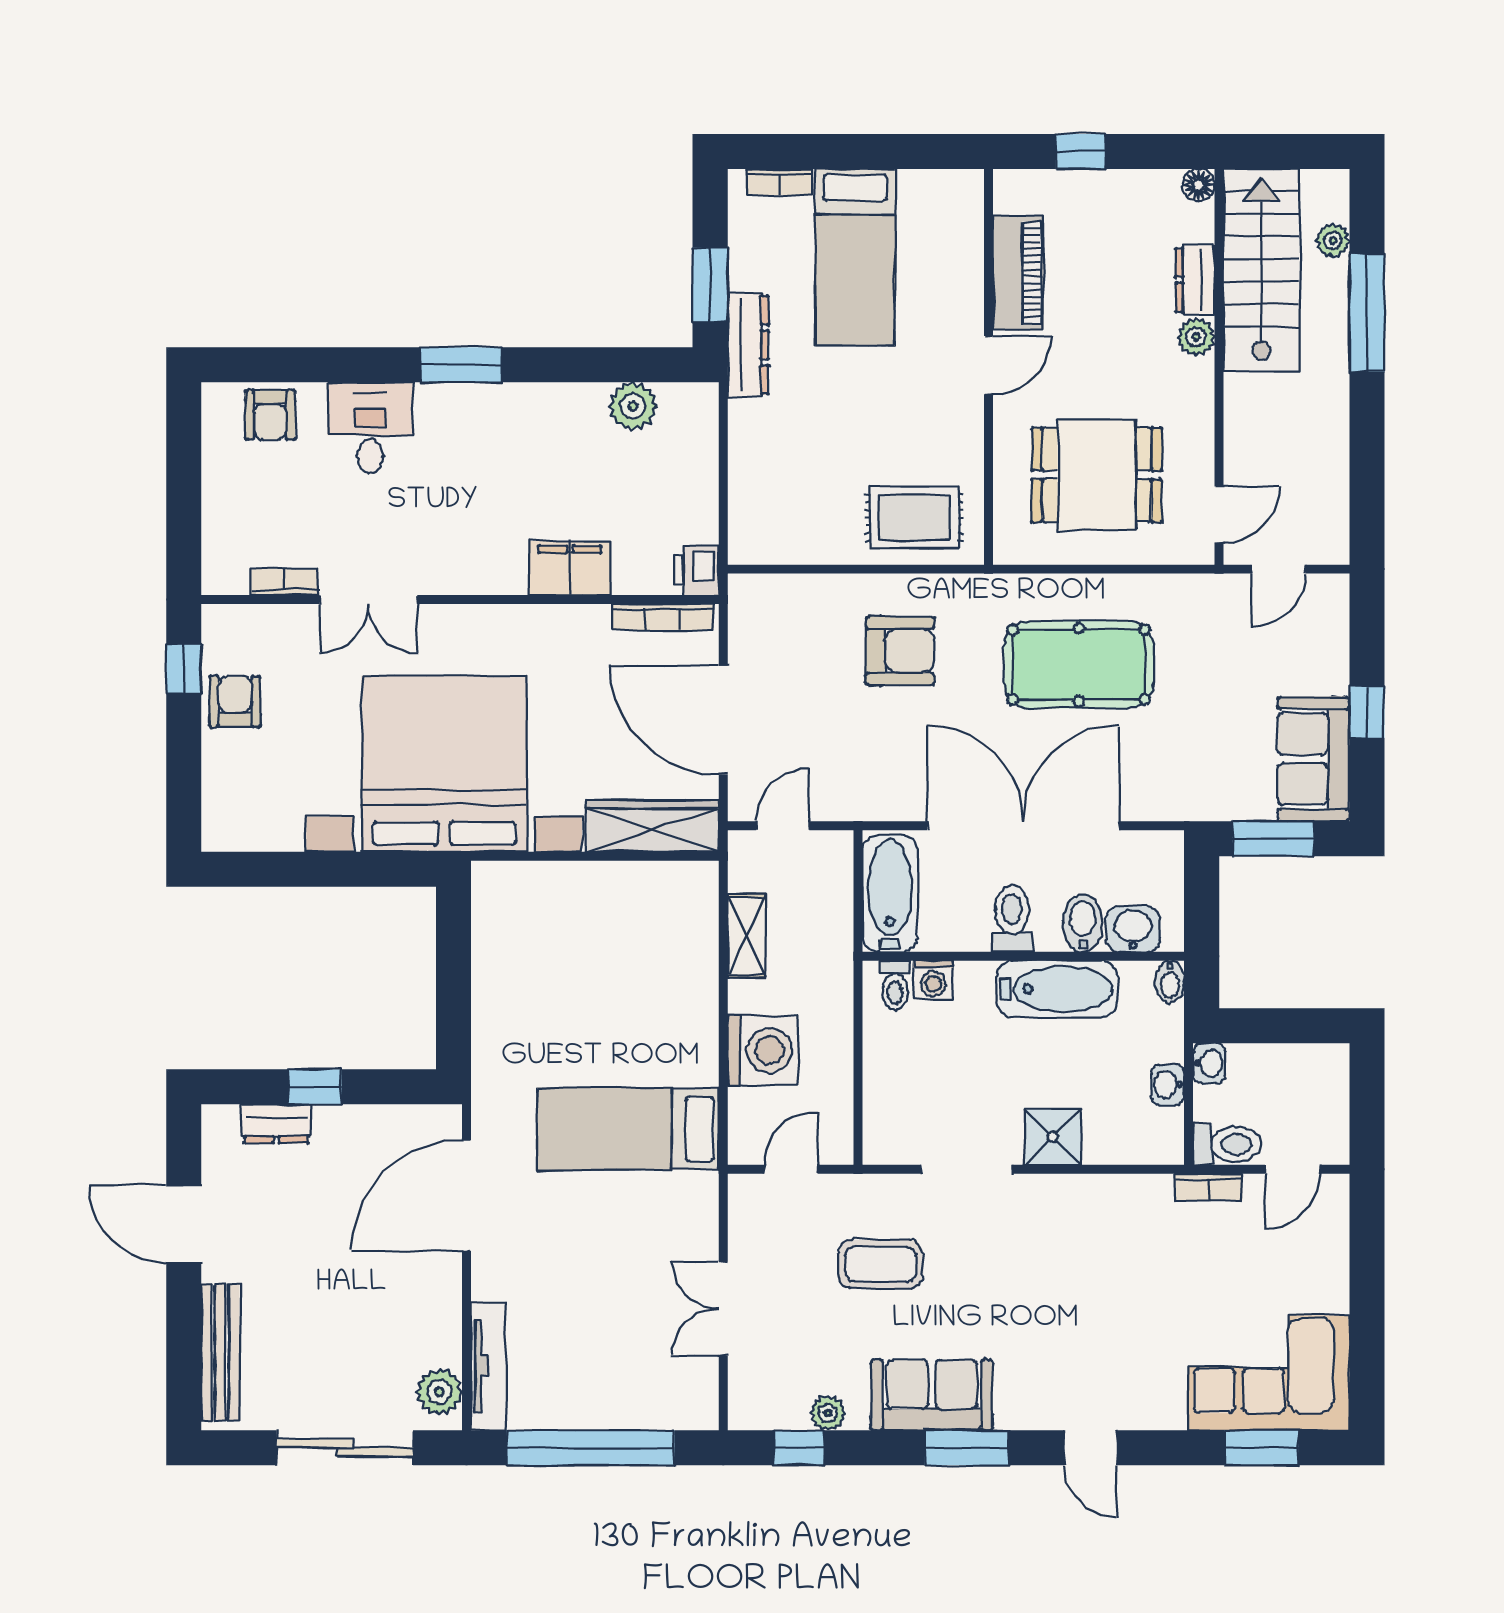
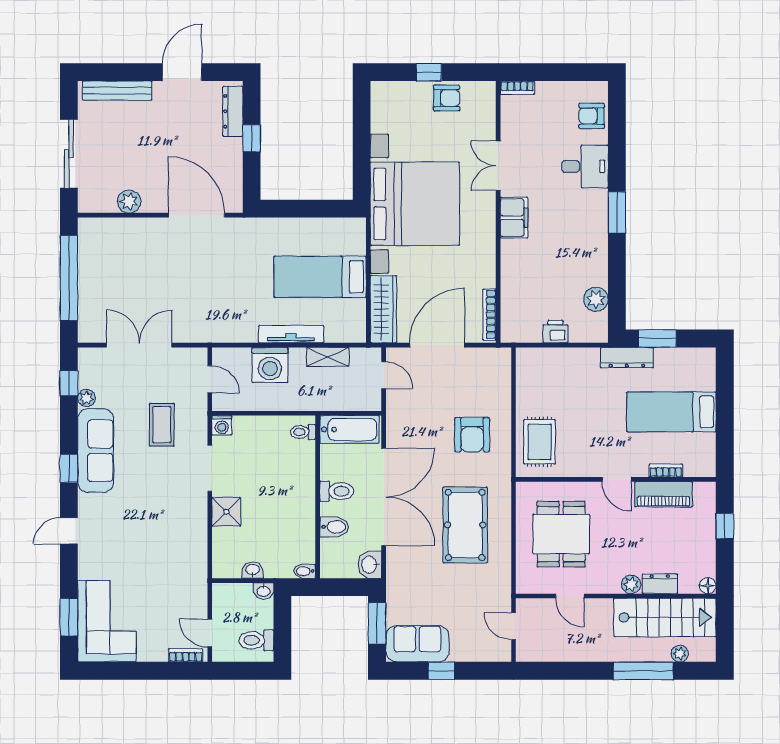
bookcase: (779, 182) -> (666, 470), moved, turned 90
door: (1219, 515) -> (570, 596), moved
filing cabinet: (570, 568) -> (514, 218), moved
printer: (696, 571) -> (555, 332), moved
bookcase: (284, 582) -> (517, 88), moved, turned 90
window: (184, 669) -> (429, 72), moved
washbasin: (1133, 929) -> (370, 565), moved, turned 180
washing machine: (933, 980) -> (222, 425), moved, turned -90
bathtub: (1057, 989) -> (301, 514), removed
dresser: (276, 1124) -> (233, 111), width x1.44
bed: (628, 1129) -> (320, 277), moved, turned -90
toilet: (1227, 1144) -> (256, 640), moved, turned 90
bookcase: (1209, 1187) -> (186, 655), moved, turned 90
double door: (723, 1309) -> (139, 345), width x1.37
tv unit: (488, 1366) -> (291, 334), moved, turned 180
plant: (439, 1392) -> (129, 201), moved
sofa: (932, 1395) -> (96, 451), width x1.36
window: (967, 1448) -> (69, 468), width x0.67

